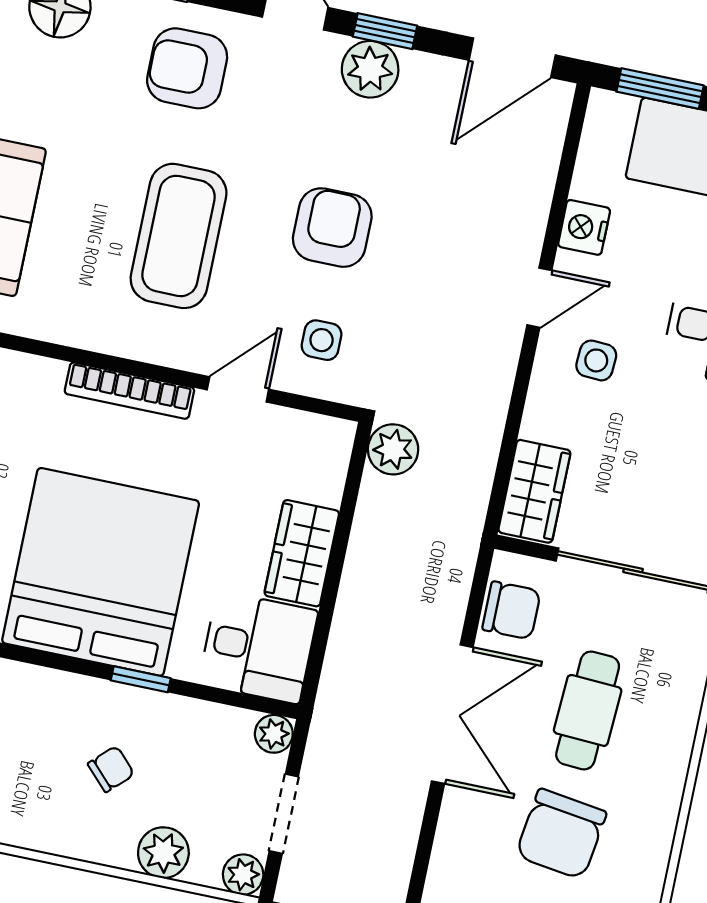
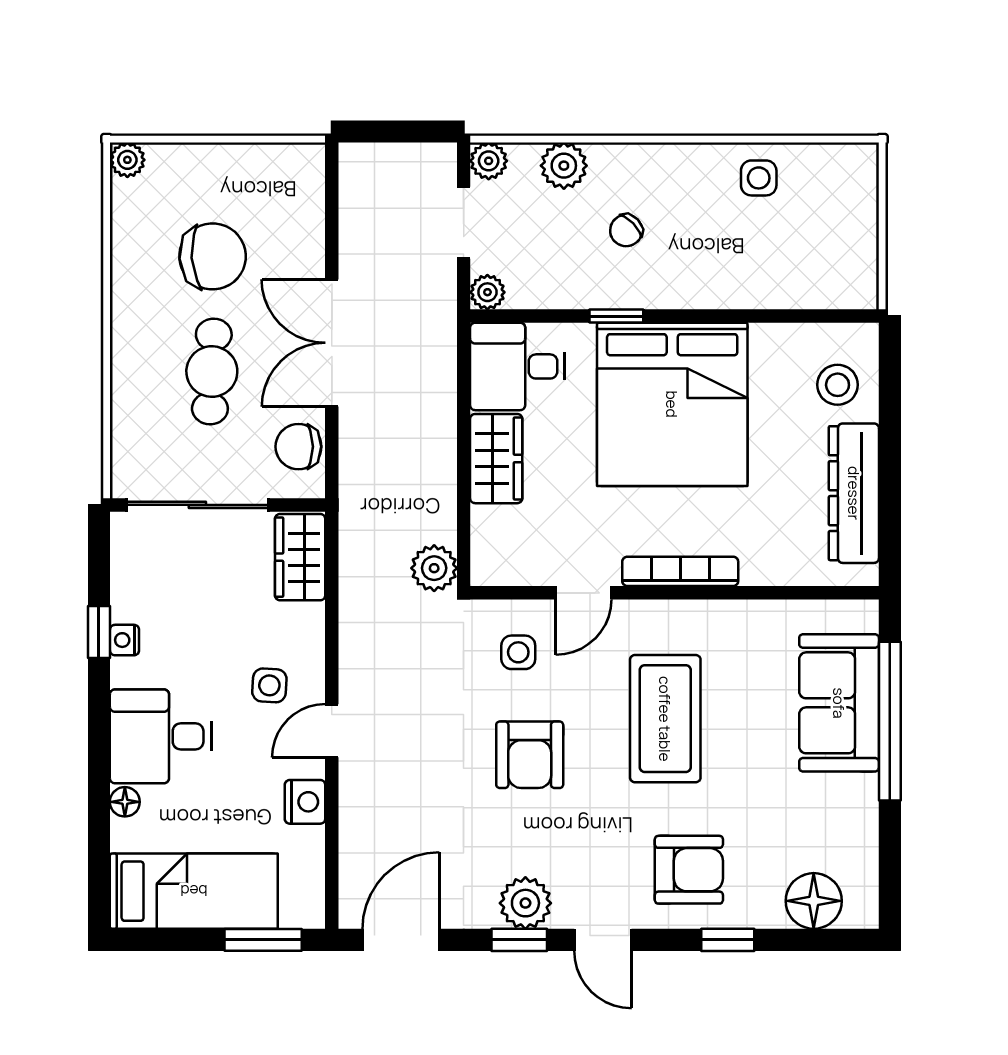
chair: (561, 834) -> (213, 256), turned 78

